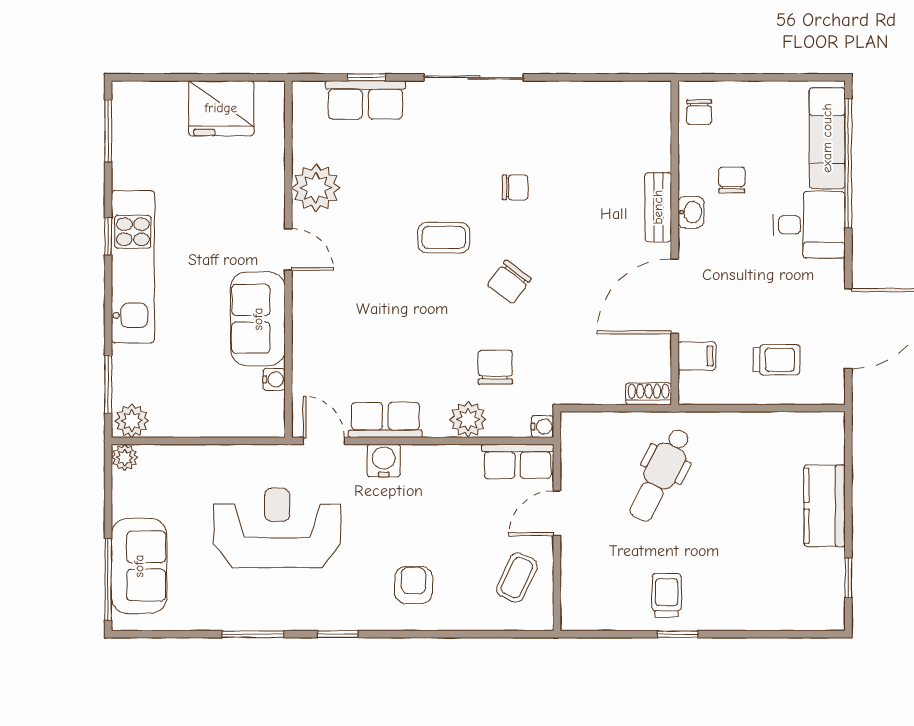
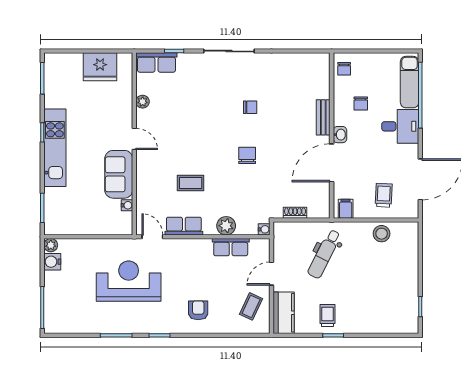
row of seats: (365, 100) -> (156, 63), moved
chair: (732, 180) -> (361, 103), turned 180
plant: (316, 188) -> (143, 102), width x0.53, depth x0.53
washbasin: (691, 212) -> (340, 135), moved
coffee table: (444, 238) -> (191, 183), moved
chair: (509, 282) -> (247, 155), turned 143
filing cabinet: (697, 356) -> (346, 209), moved, turned -90
trolley: (777, 360) -> (384, 195), turned -87
chair: (495, 367) -> (240, 199), removed
shoe rack: (649, 394) -> (295, 213), moved
plant: (132, 421) -> (54, 226), removed
stool: (772, 435) -> (382, 234), added
water cooler: (384, 461) -> (52, 262), moved, turned -90
row of seats: (518, 461) -> (231, 247), moved
kitchen counter: (825, 506) -> (284, 313), moved, turned 180
sofa: (139, 566) -> (58, 301), removed

